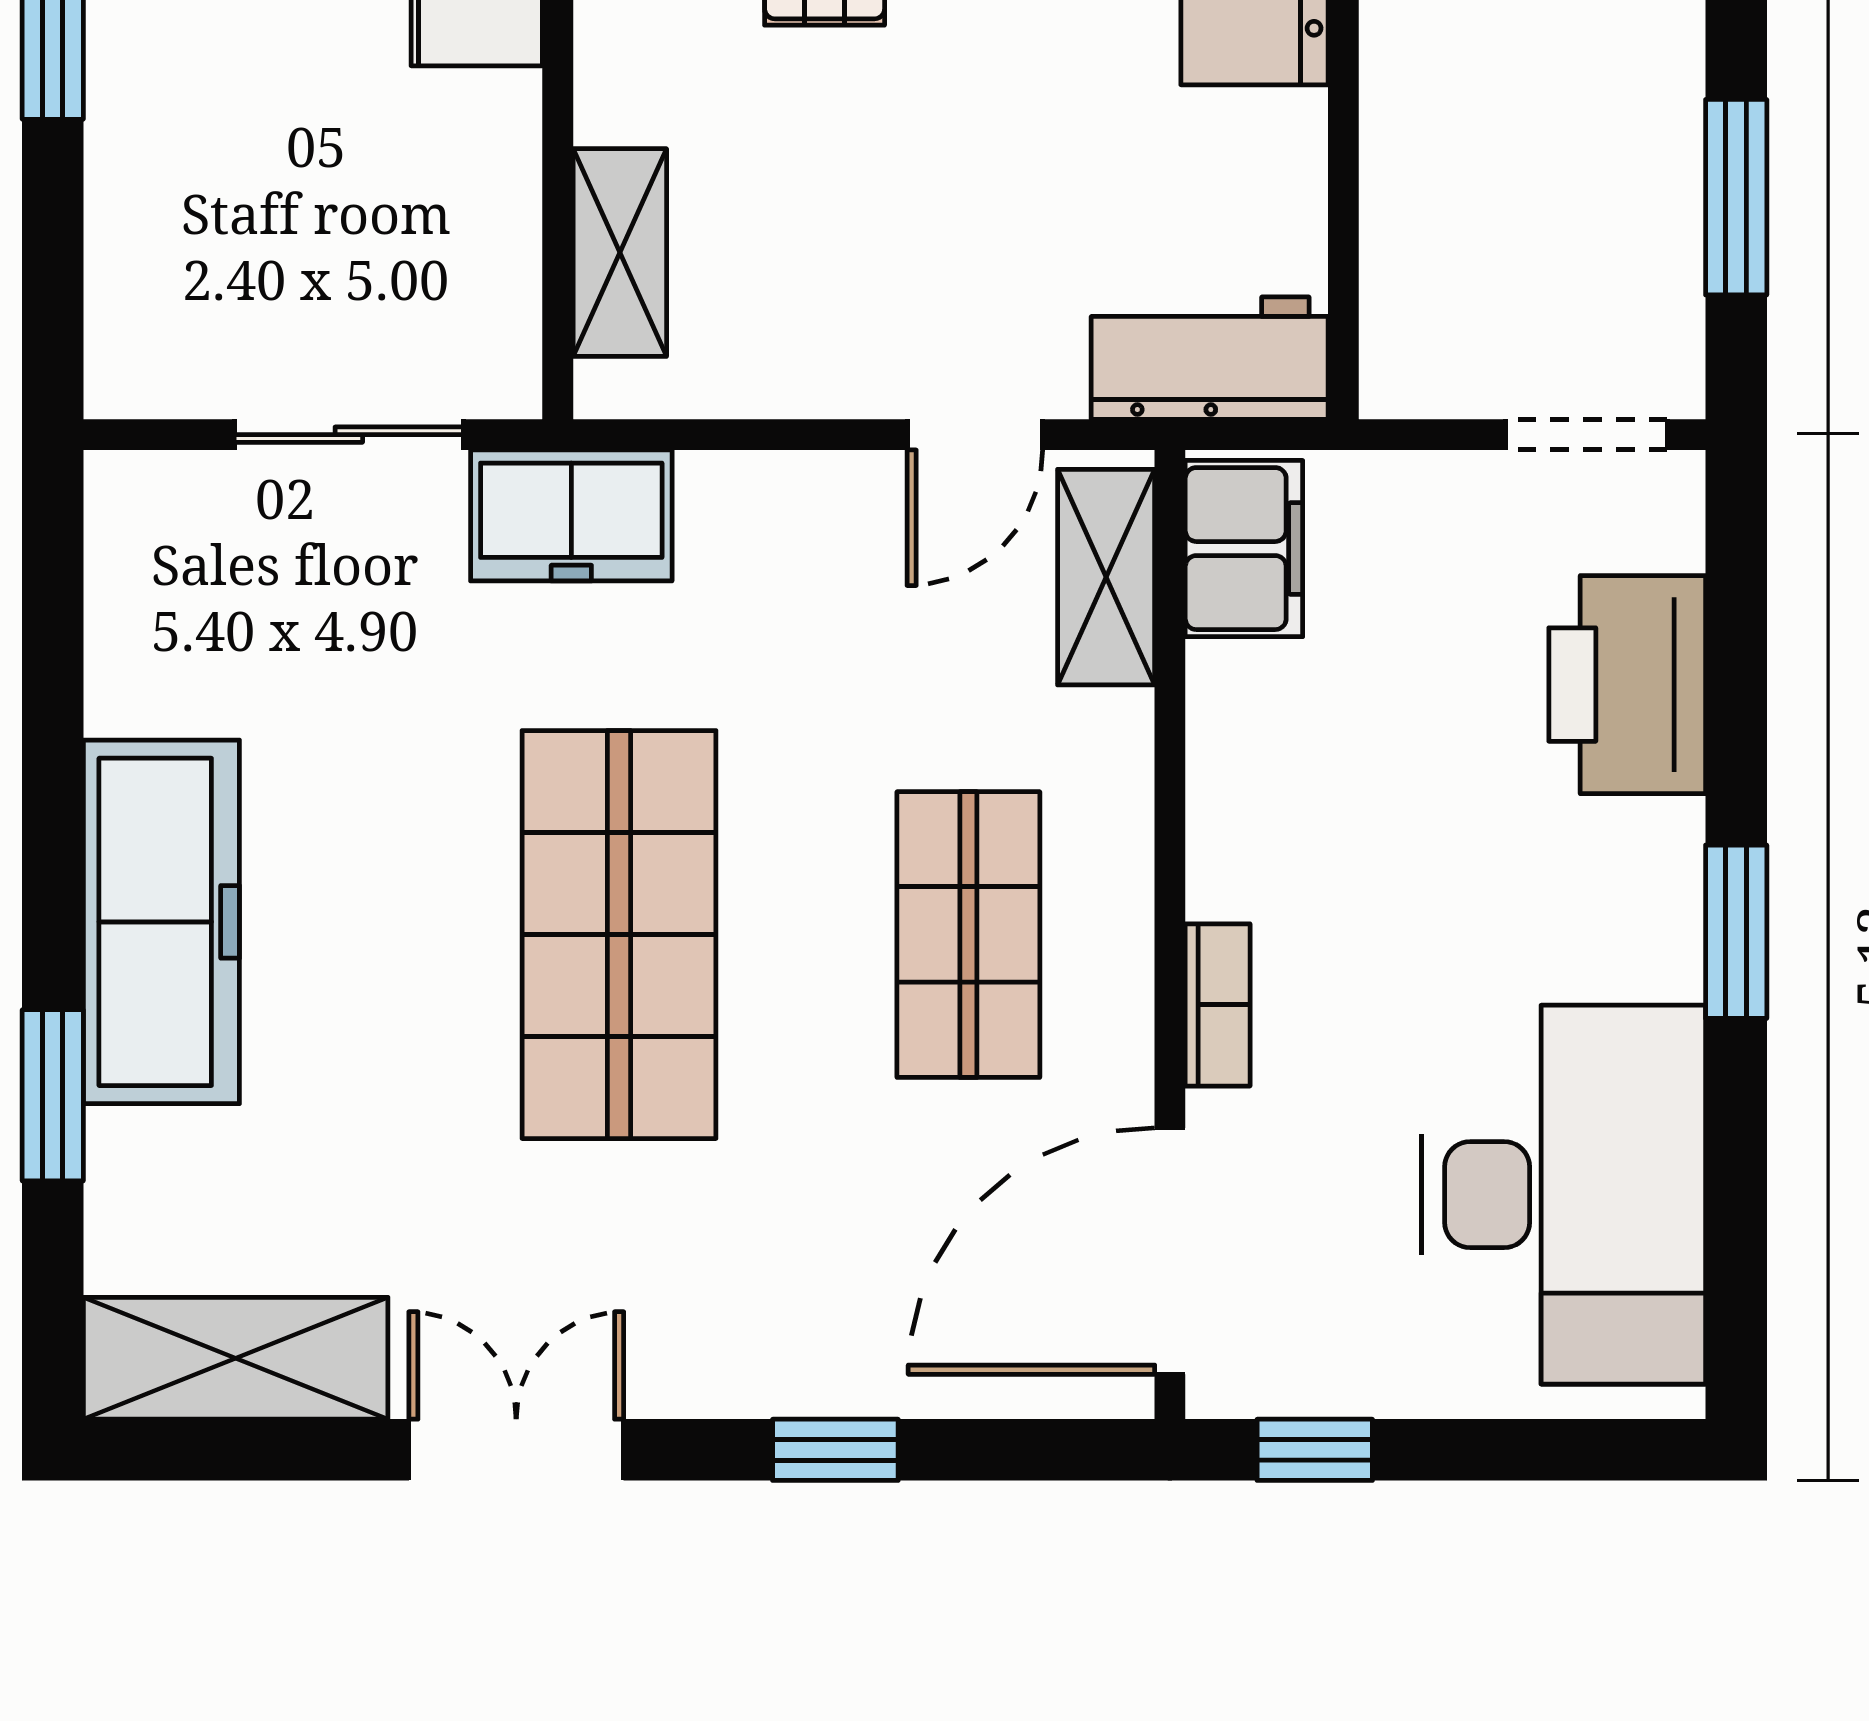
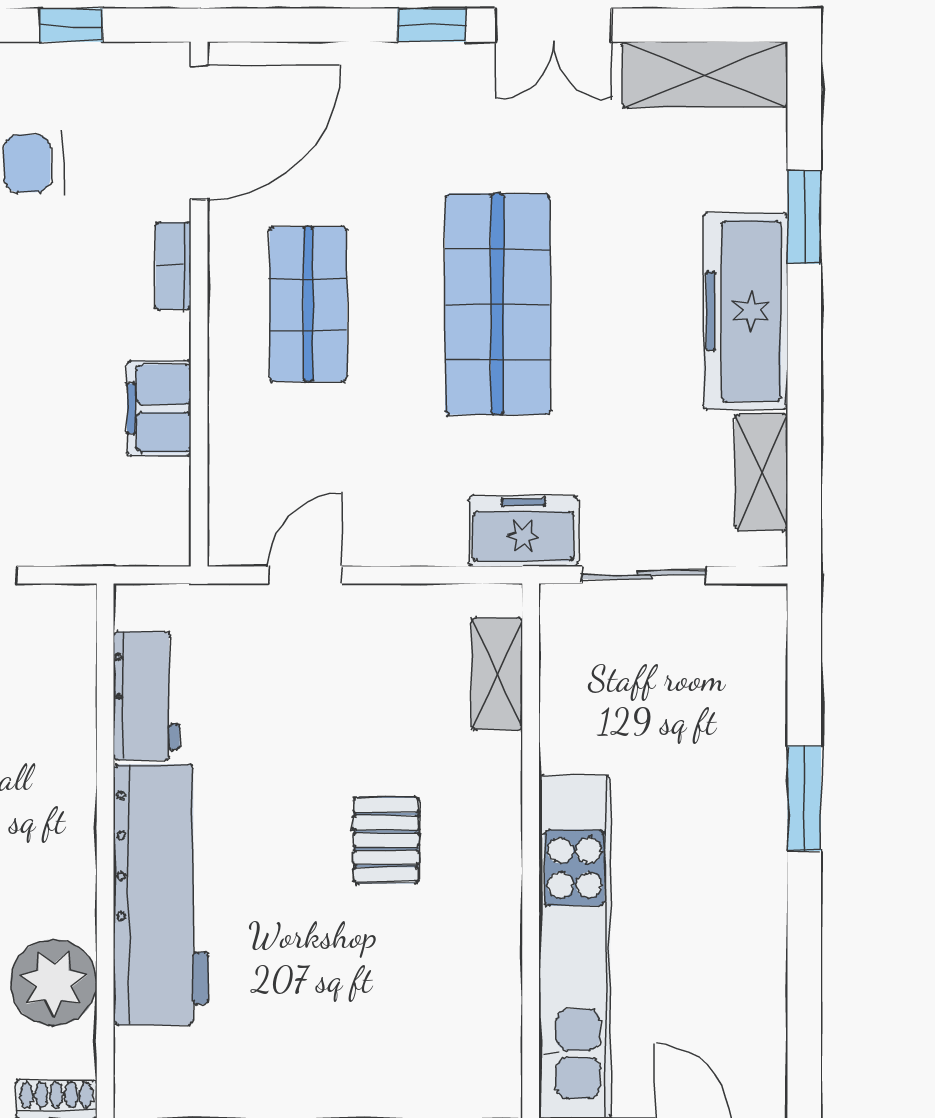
workbench: (1210, 358) -> (147, 696), moved, turned -90
filing cabinet: (1244, 549) -> (159, 408), moved
shelving: (1106, 577) -> (761, 472), moved
window: (835, 1450) -> (432, 25), moved
window: (1315, 1450) -> (71, 25), moved

